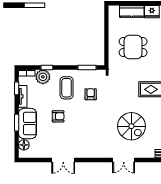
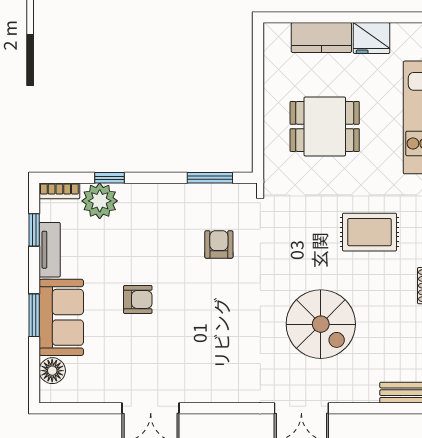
coffee table: (67, 88) -> (159, 228), removed

